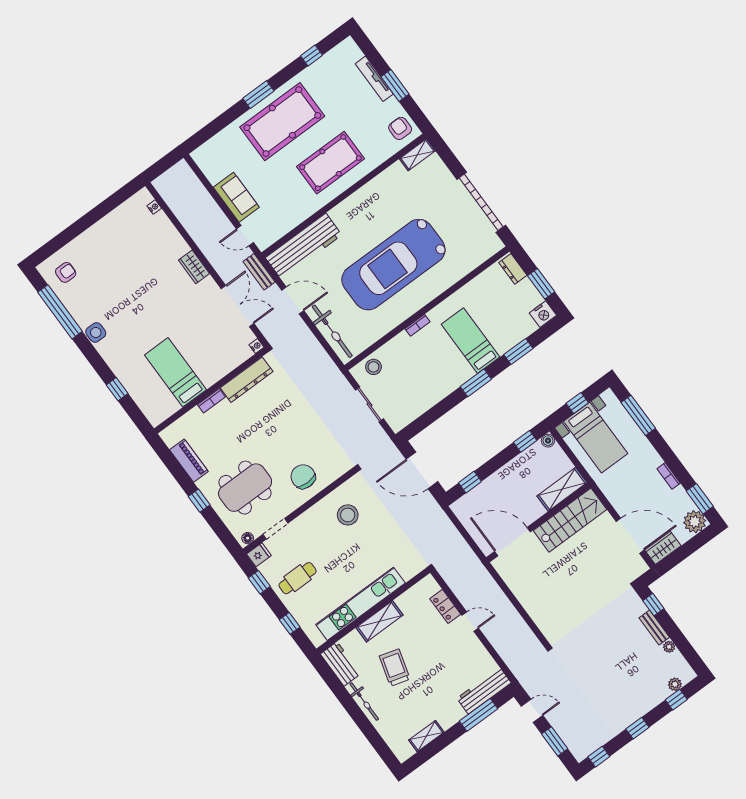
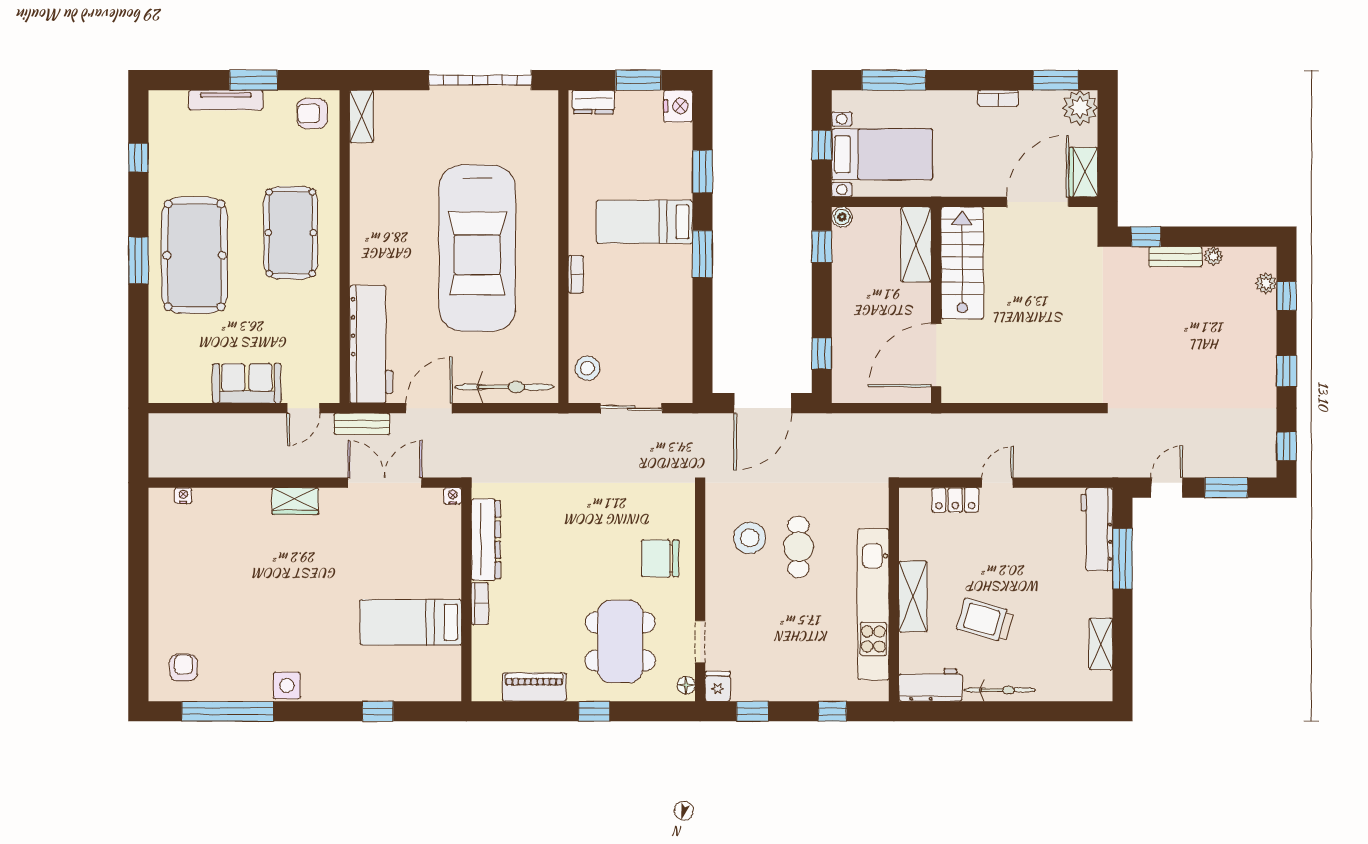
cafe table: (298, 578) -> (798, 547), moved

